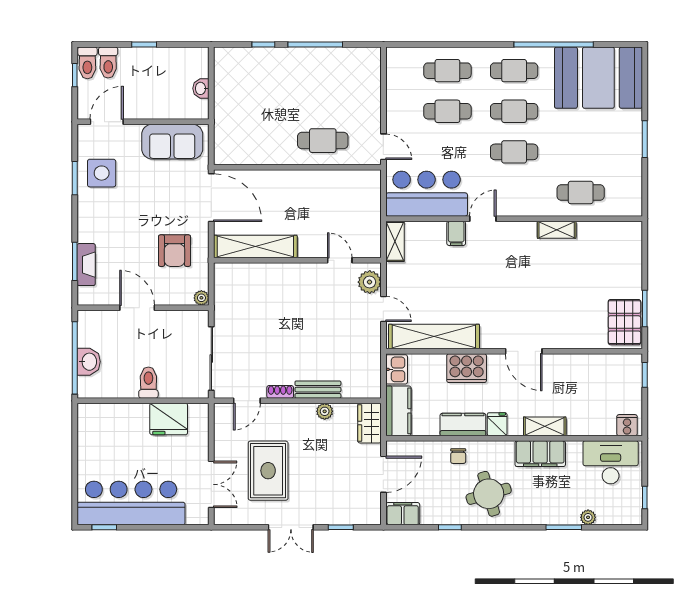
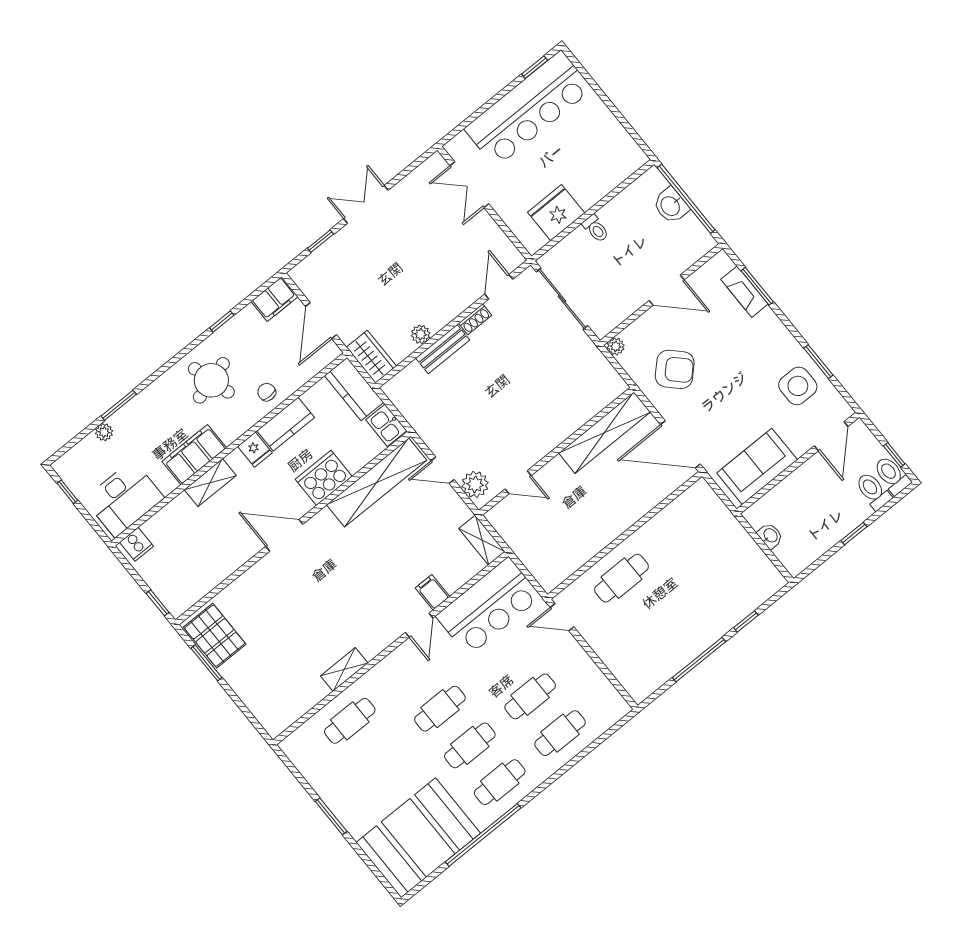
armchair: (175, 251) -> (675, 369), turned 135
toilet: (148, 383) -> (596, 229), width x0.73, depth x0.72
rug: (268, 471) -> (428, 239), removed

